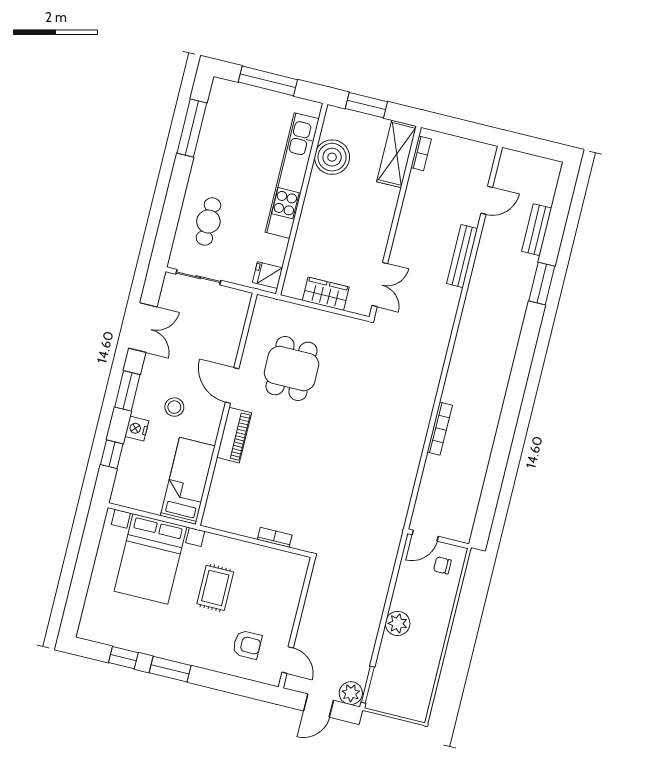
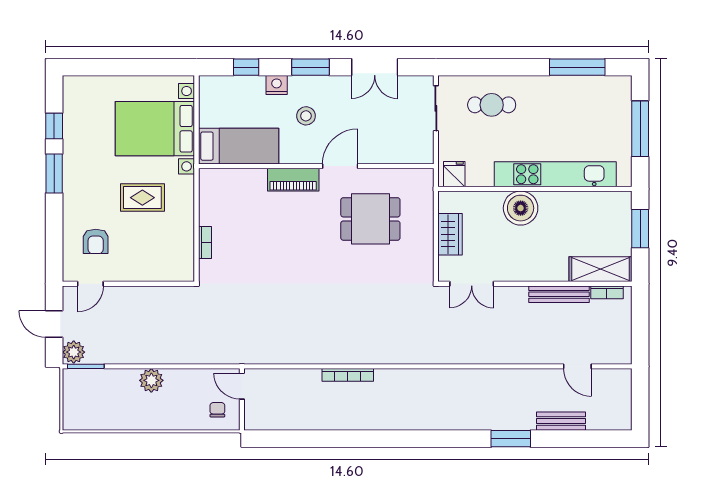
boiler: (332, 157) -> (521, 208), moved
bench: (462, 256) -> (559, 294), moved

